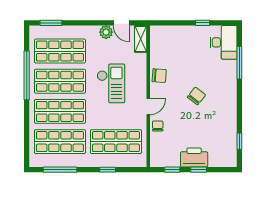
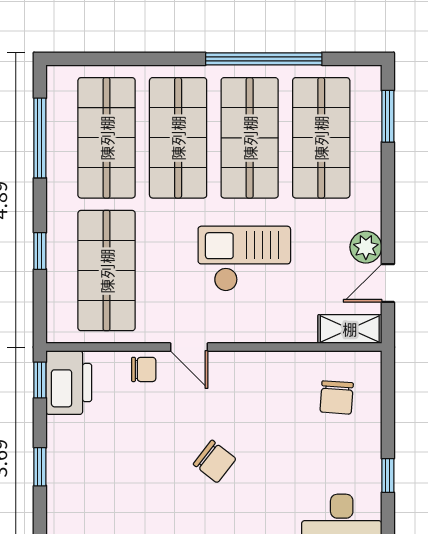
chair: (159, 76) -> (337, 397), moved
checkout: (111, 83) -> (244, 259), turned 180
printer: (194, 157) -> (69, 383), moved
window: (172, 170) -> (40, 380), moved

